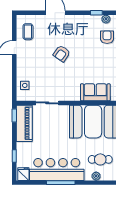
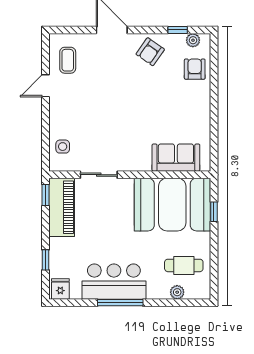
armchair: (62, 54) -> (150, 52), moved
bar counter: (57, 169) -> (114, 282), width x0.73

